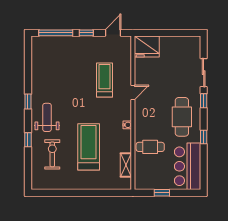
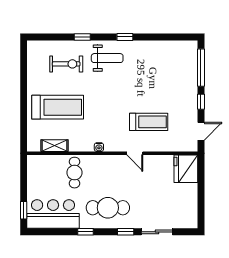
door: (113, 33) -> (201, 131), hinge flipped
treadmill: (89, 147) -> (58, 107), moved
window: (162, 193) -> (24, 210), moved

